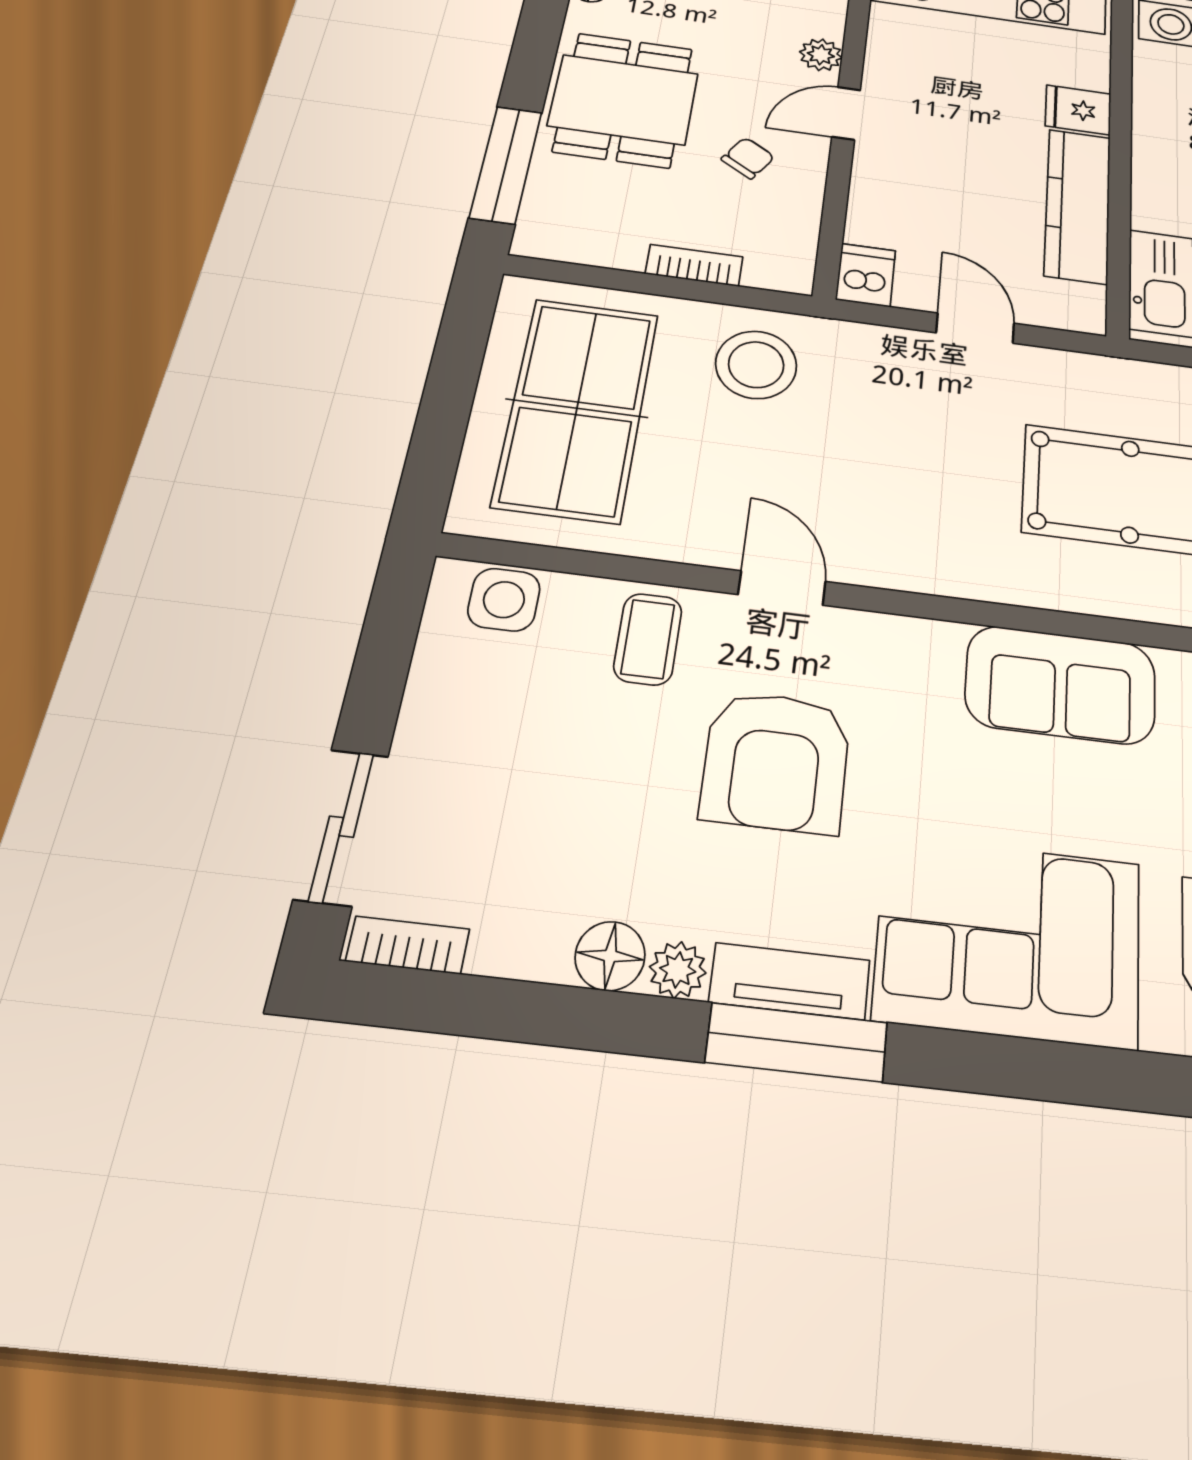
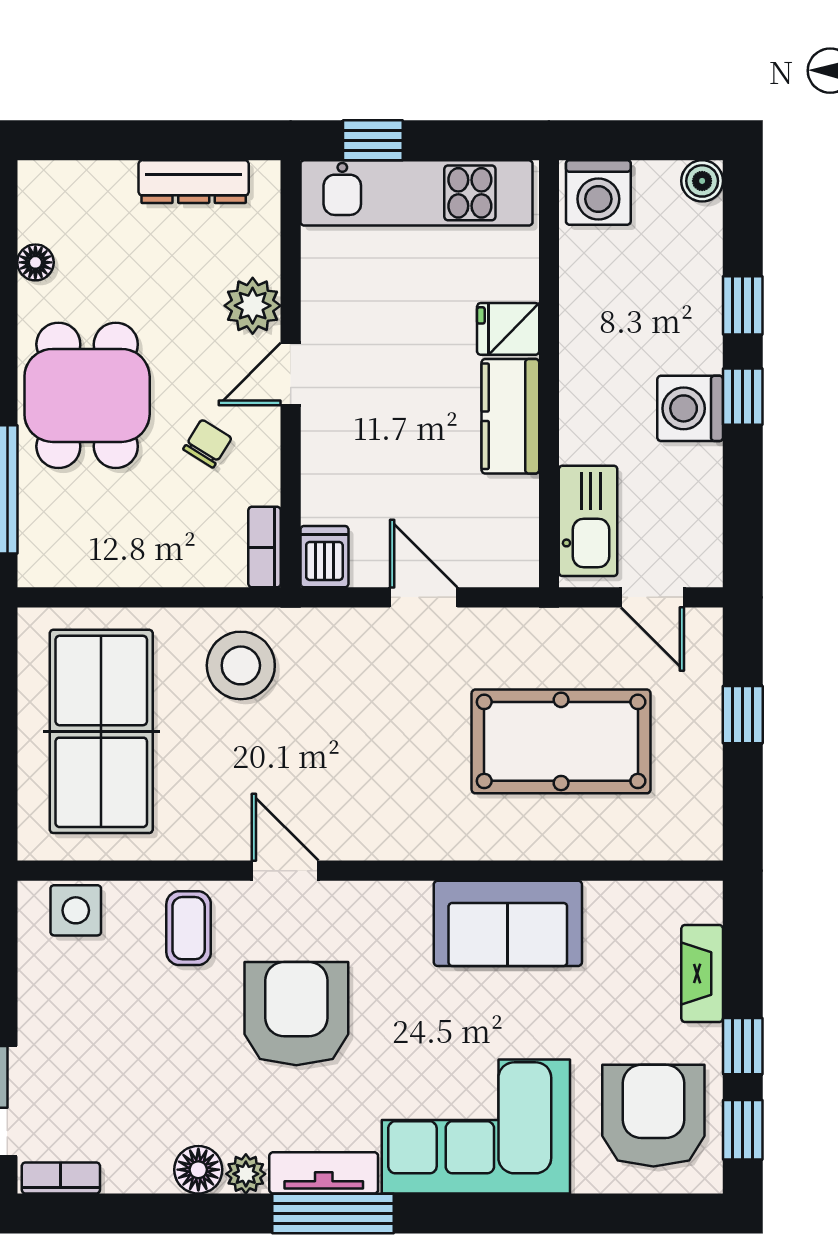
plant: (821, 55) -> (253, 306), width x1.38, depth x1.38
kitchen counter: (1078, 205) -> (510, 416), width x0.67
bookcase: (694, 265) -> (265, 547), moved, turned -90
armchair: (776, 761) -> (296, 1014), turned 180

